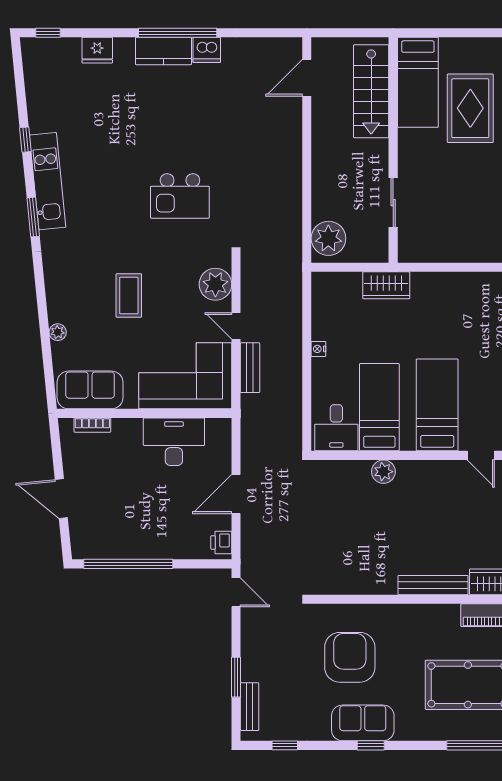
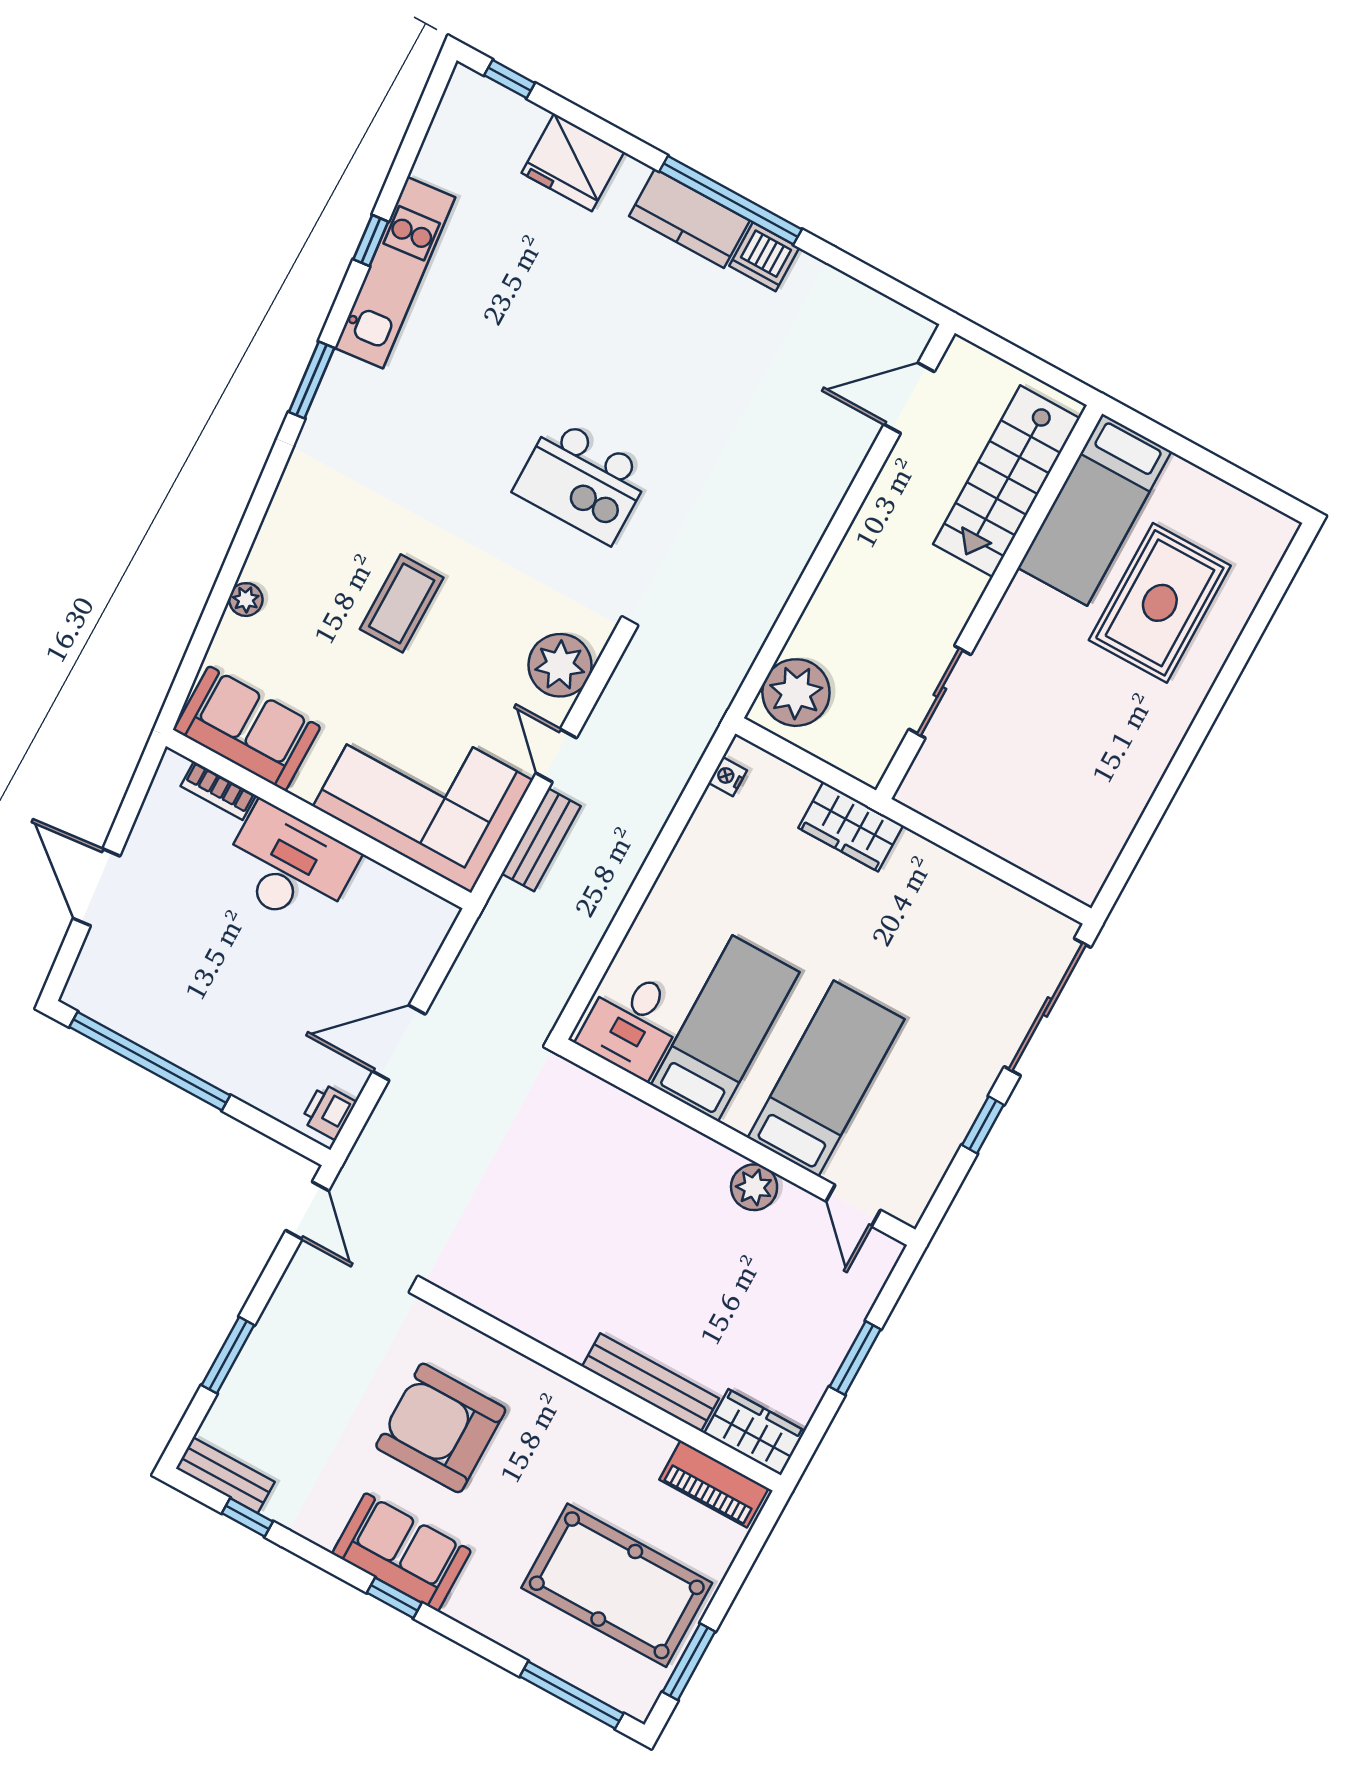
fridge: (97, 50) -> (573, 162), width x1.36, depth x1.34
kitchen unit: (48, 181) -> (395, 273), moved
nightstand: (318, 349) -> (728, 777), moved
desk: (174, 442) -> (289, 866), moved
plant: (383, 472) -> (754, 1187), moved
armchair: (350, 657) -> (441, 1428), turned -90
bench: (250, 707) -> (225, 1475), moved, turned 90

